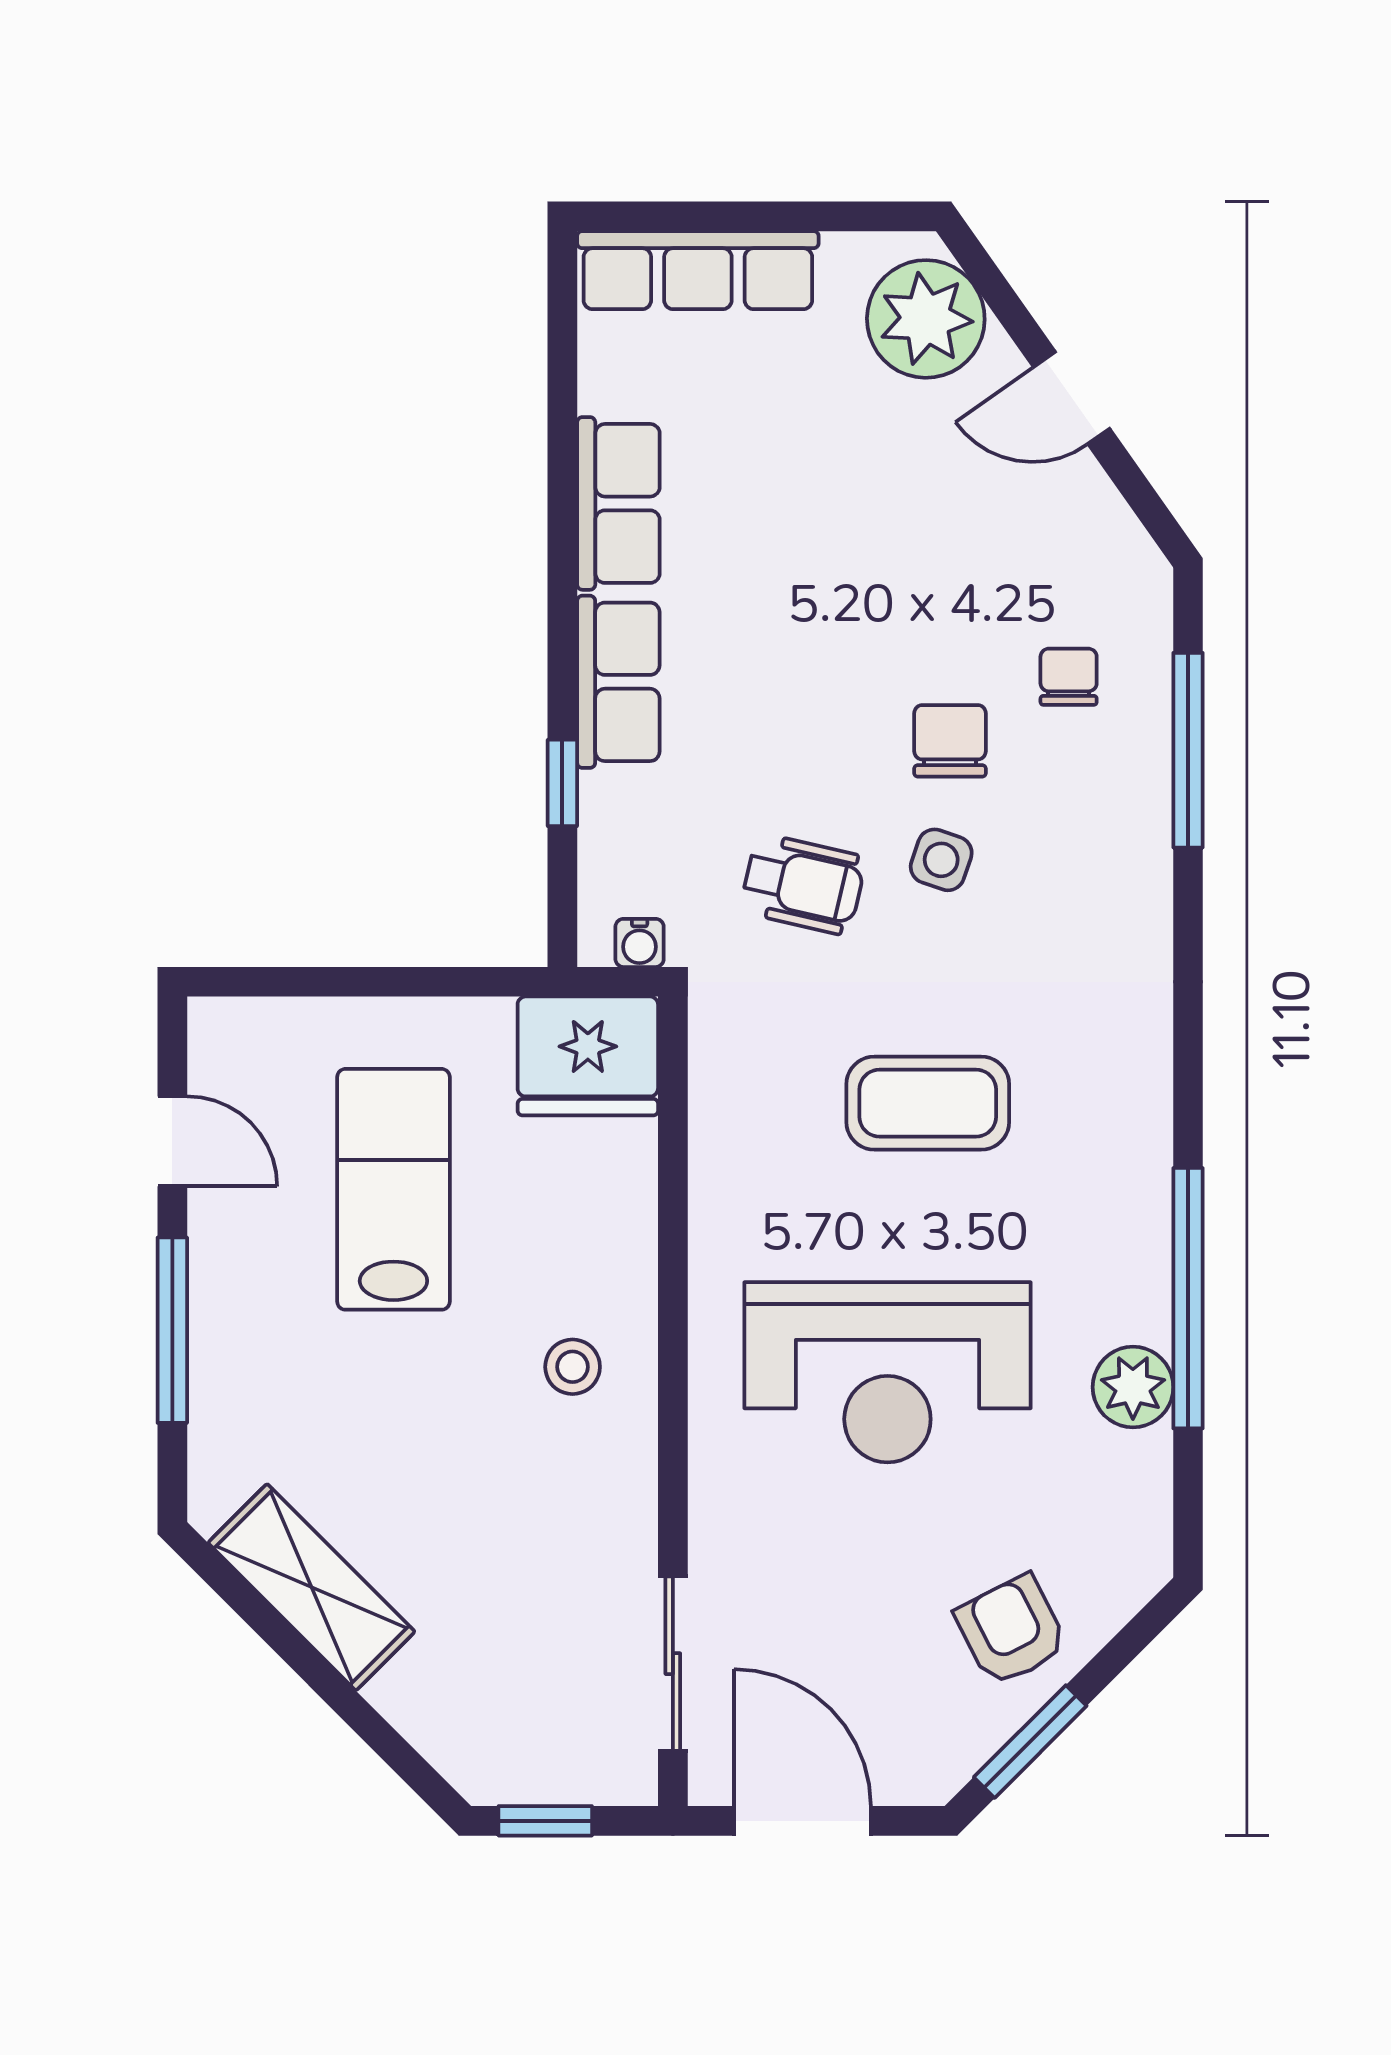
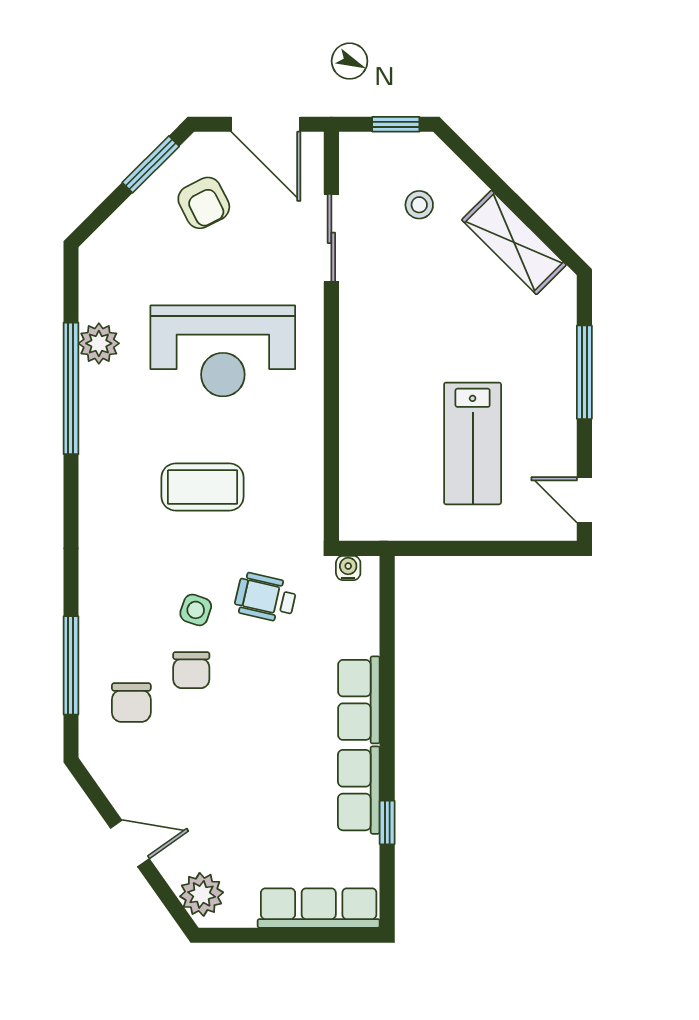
plant: (926, 319) -> (202, 894), width x0.73, depth x0.73
chair: (1069, 677) -> (131, 703), width x1.37, depth x1.37
window: (562, 783) -> (387, 822), moved
fridge: (588, 1056) -> (374, 511), removed
door: (172, 1141) -> (584, 500), moved
stool: (573, 1367) -> (419, 205), moved
reception desk: (887, 1372) -> (223, 351), turned 180
armchair: (1011, 1630) -> (204, 203), moved
sliding door: (673, 1664) -> (331, 238), moved

